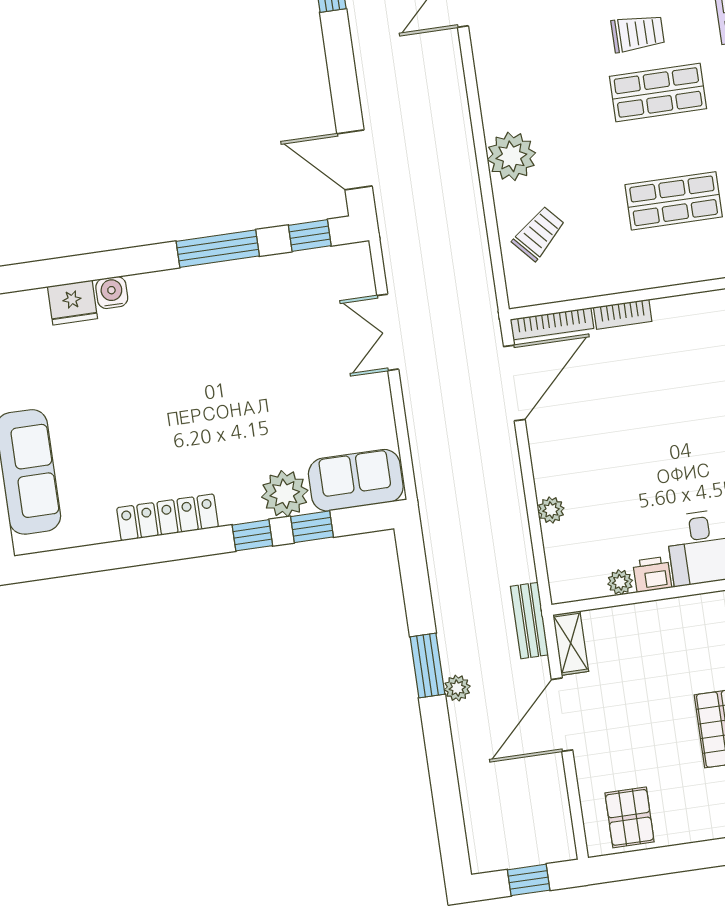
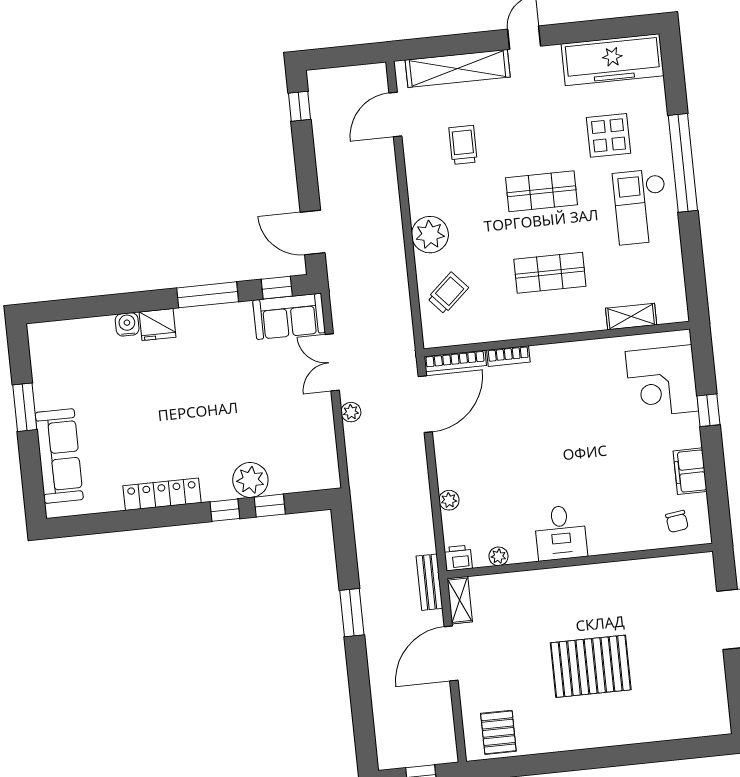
trolley: (638, 33) -> (463, 145), moved, turned -90
fridge: (72, 303) -> (157, 325), moved
sofa: (356, 480) -> (289, 316), moved, turned 180
printer: (652, 574) -> (458, 558), moved
plant: (457, 688) -> (351, 412), moved

